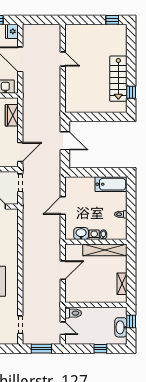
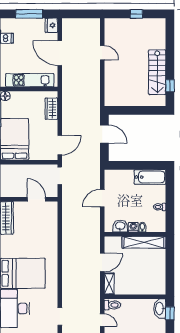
window: (112, 20) -> (136, 14), moved
shelving: (122, 284) -> (109, 284), moved
washbasin: (121, 327) -> (160, 309), moved

